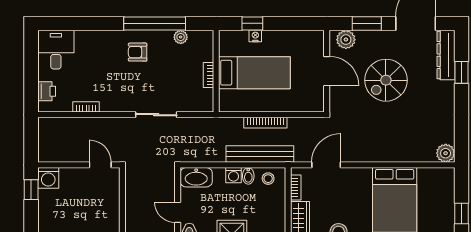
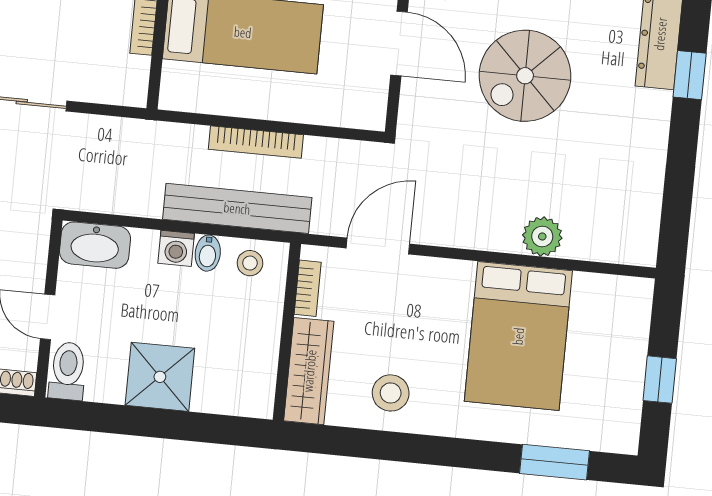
plant: (446, 153) -> (542, 236), moved

